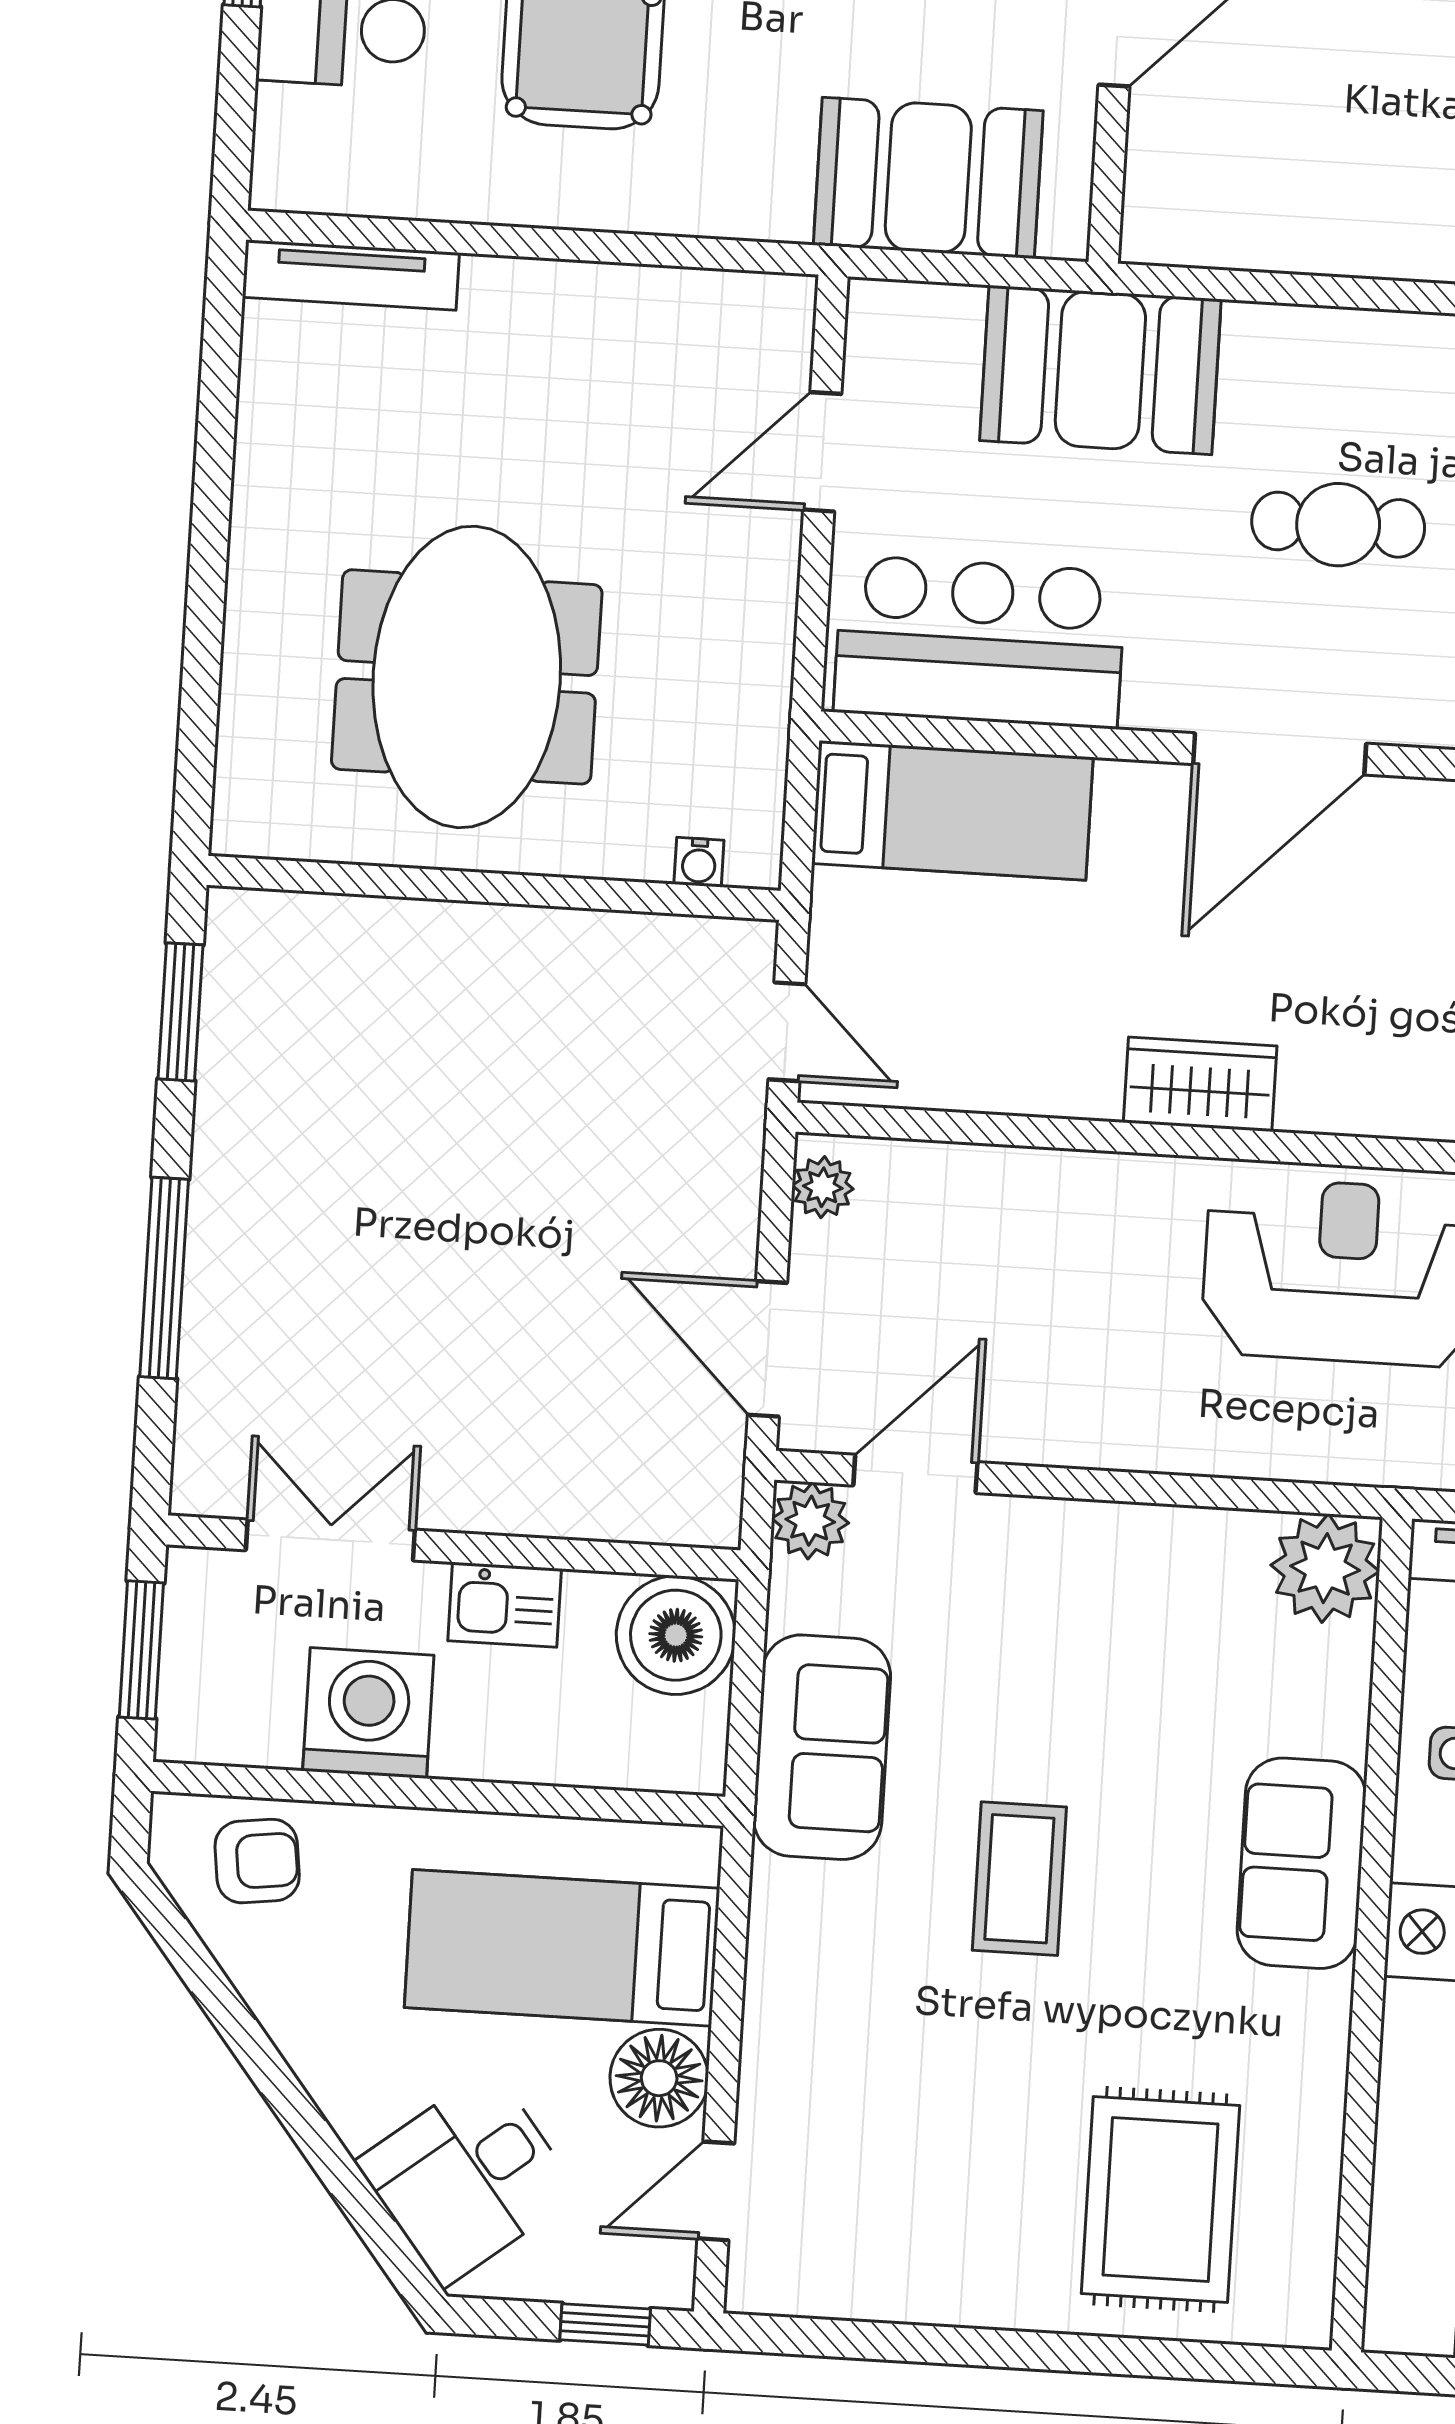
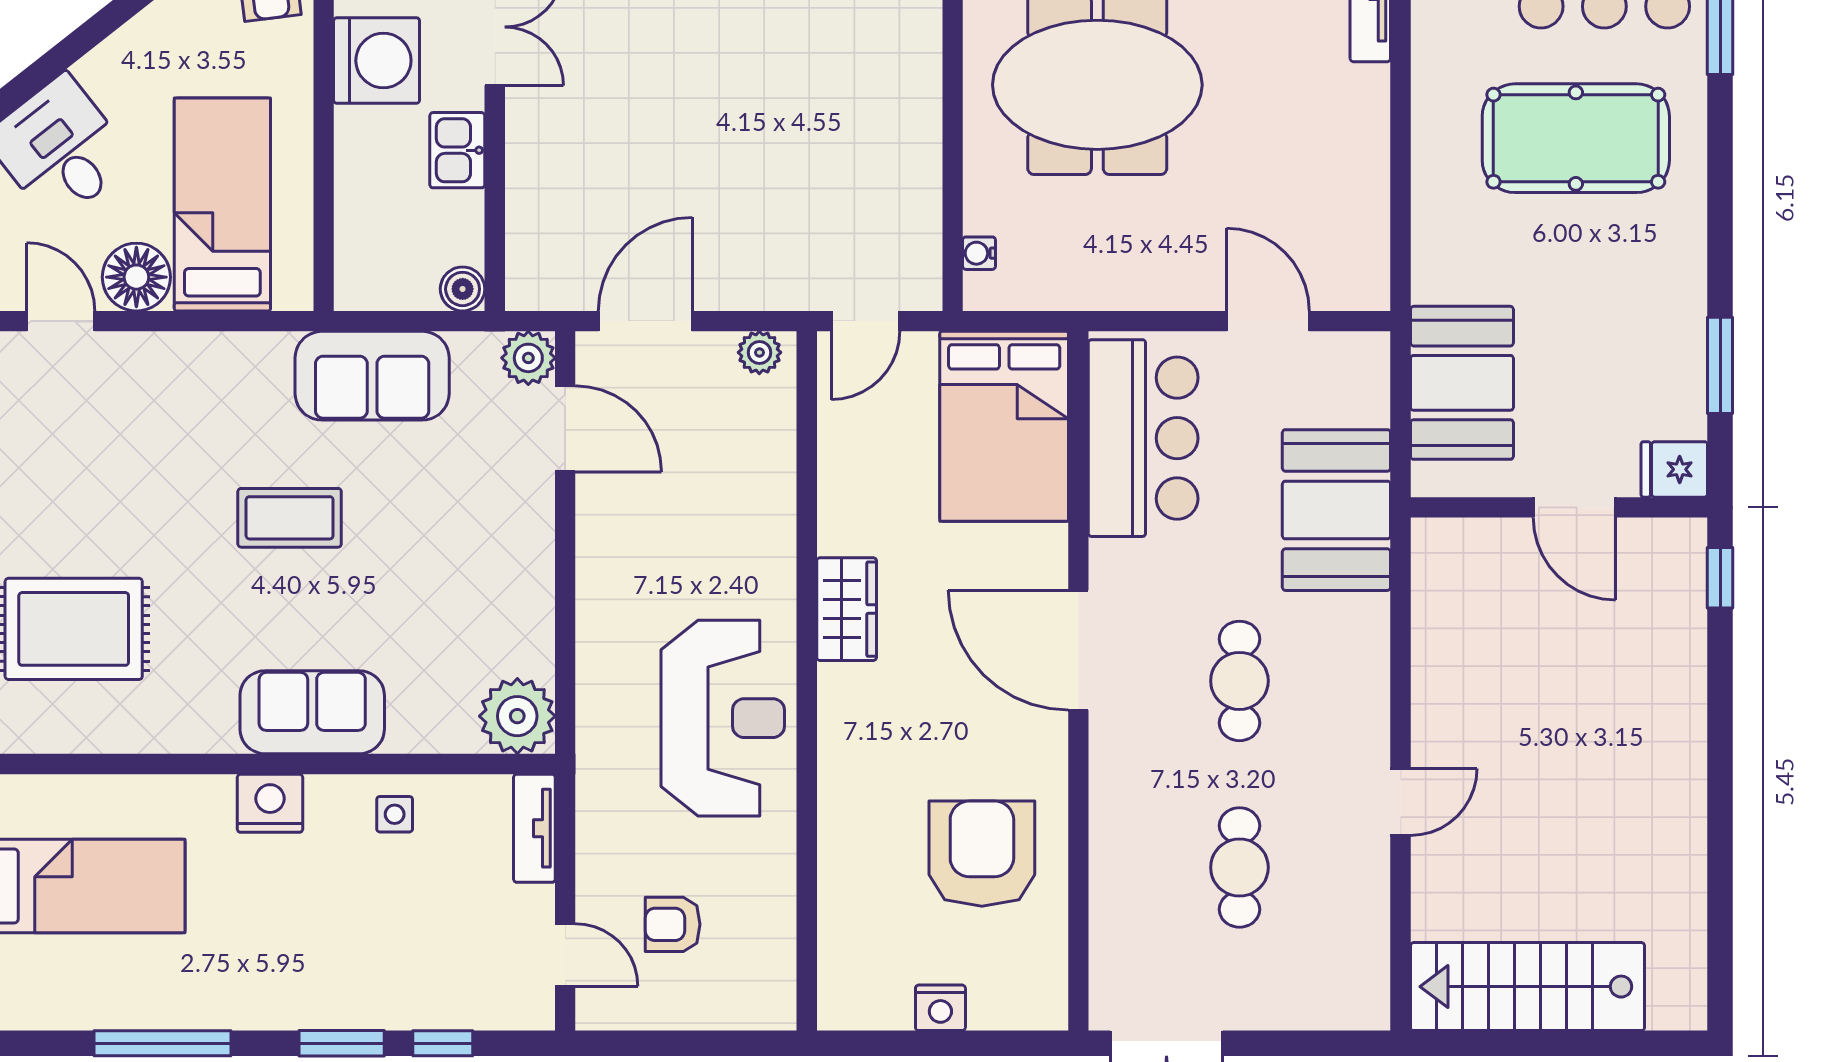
bed: (952, 810) -> (1004, 426), width x1.50
boiler: (676, 1635) -> (463, 289), width x0.54, depth x0.54

